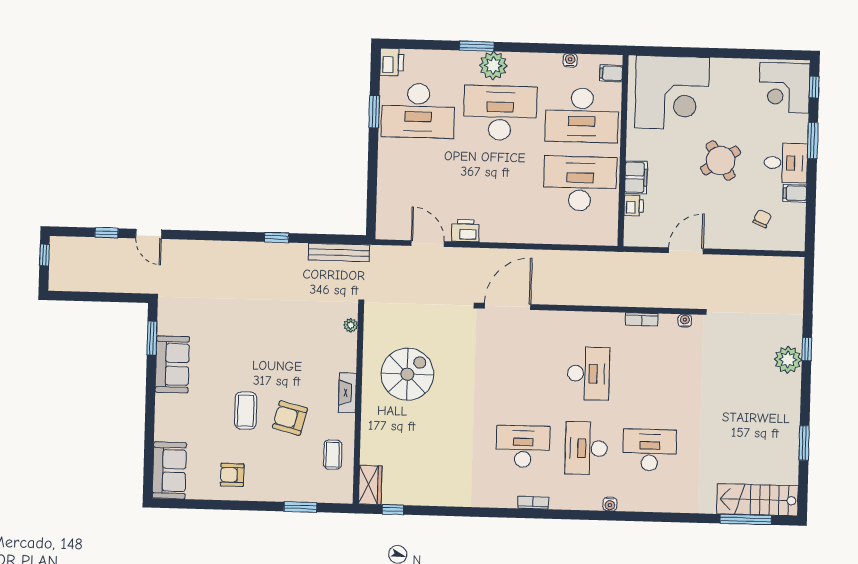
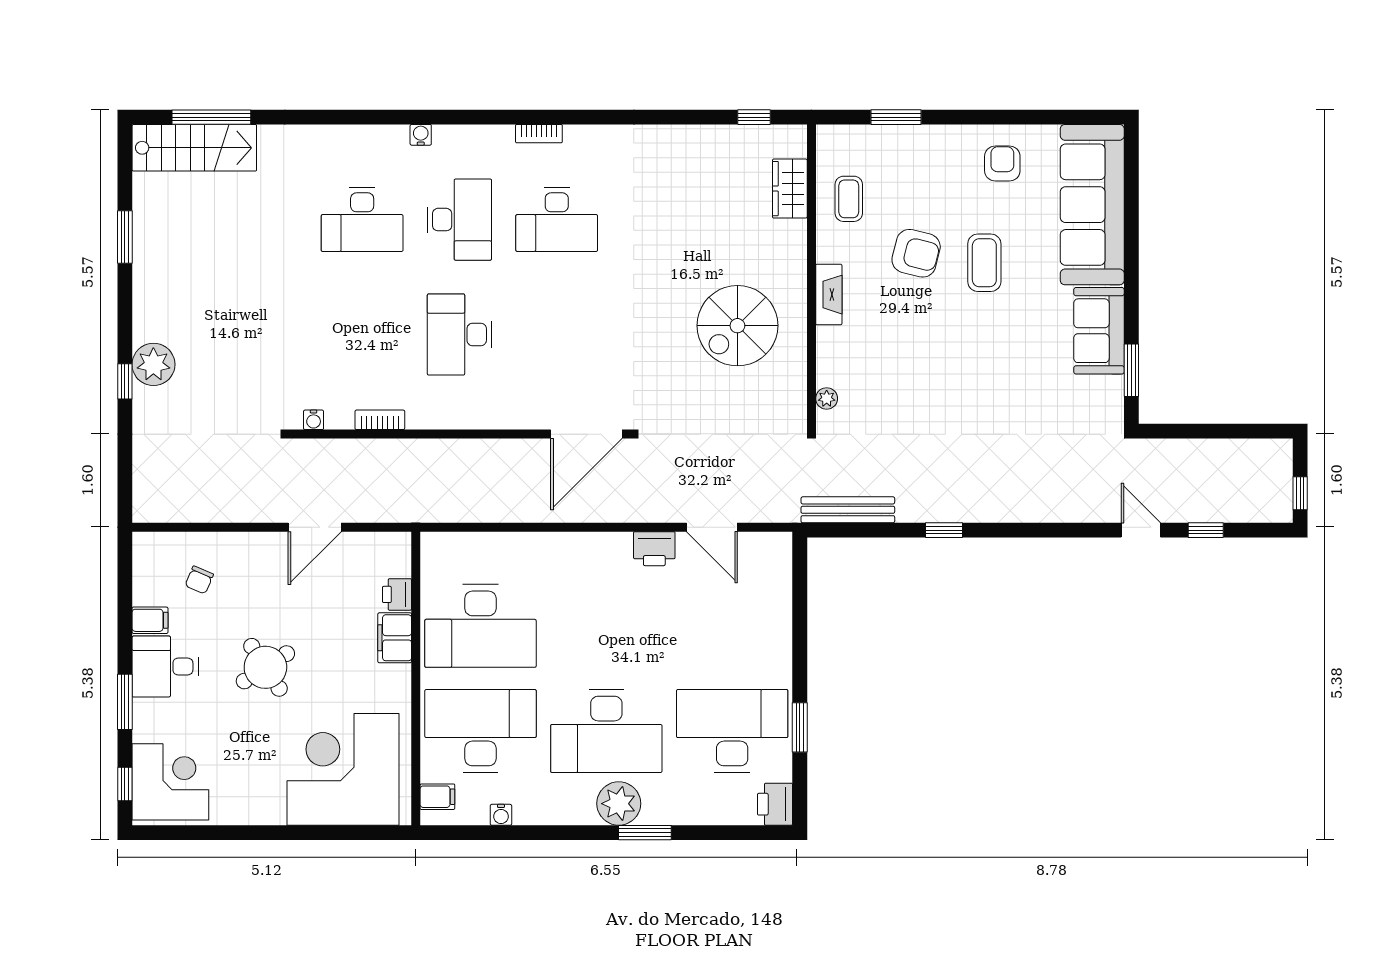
sofa: (169, 470) -> (1092, 205), width x1.85, depth x1.27
armchair: (232, 475) -> (1002, 164), turned -90
wardrobe: (370, 485) -> (790, 189), moved

